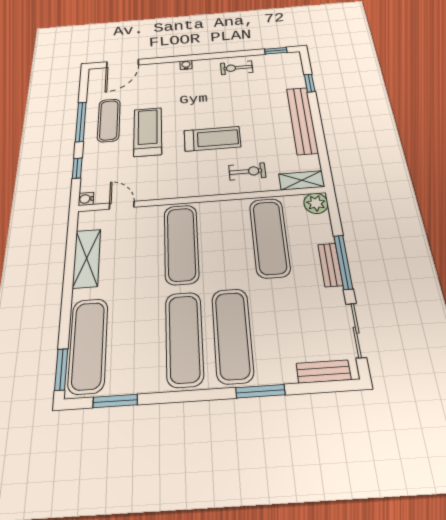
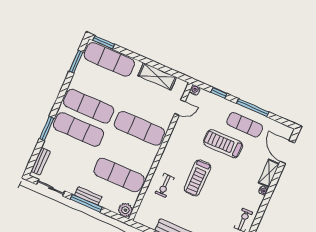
treadmill: (148, 132) -> (223, 144), turned 180
shelving: (302, 180) -> (269, 173), moved

